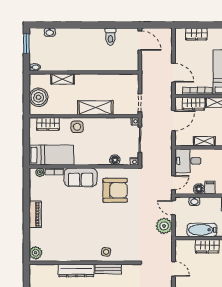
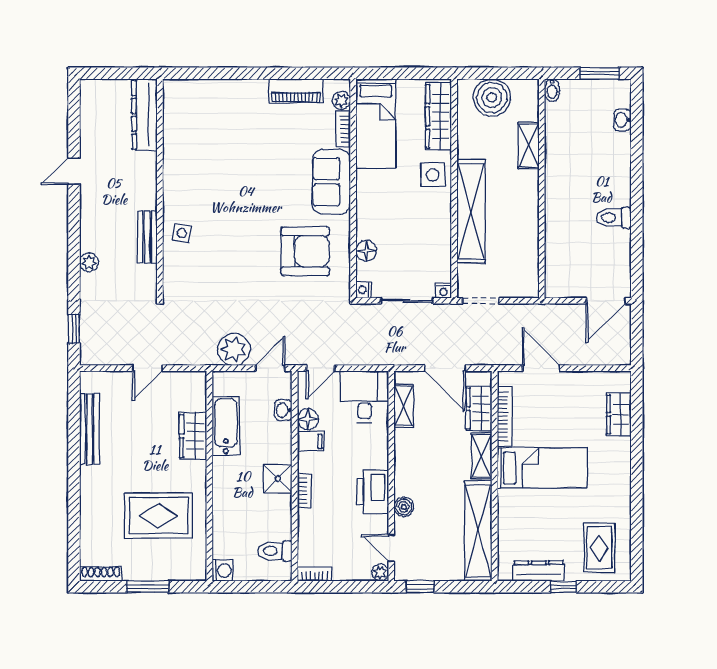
toilet: (110, 37) -> (614, 218), moved
door: (173, 73) -> (541, 368), swing flipped
shelving: (95, 108) -> (471, 211), width x1.47
wardrobe: (48, 124) -> (438, 116), width x1.50
shelving: (204, 141) -> (404, 406), moved
door: (173, 183) -> (321, 368), hinge flipped
armchair: (115, 190) -> (305, 251), turned -90
piano: (35, 214) -> (296, 91), moved
plant: (36, 253) -> (180, 92), removed
dresser: (76, 270) -> (144, 115), moved

